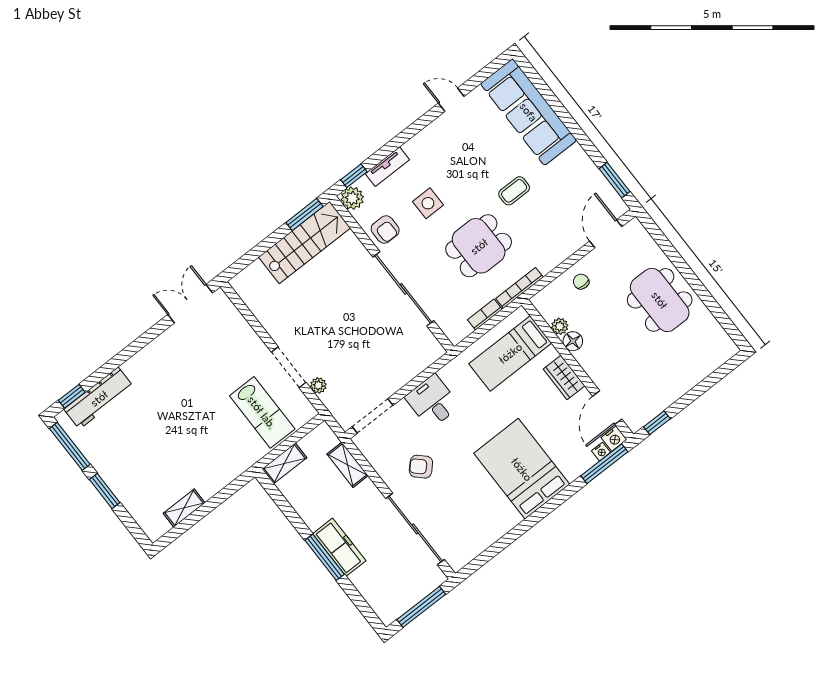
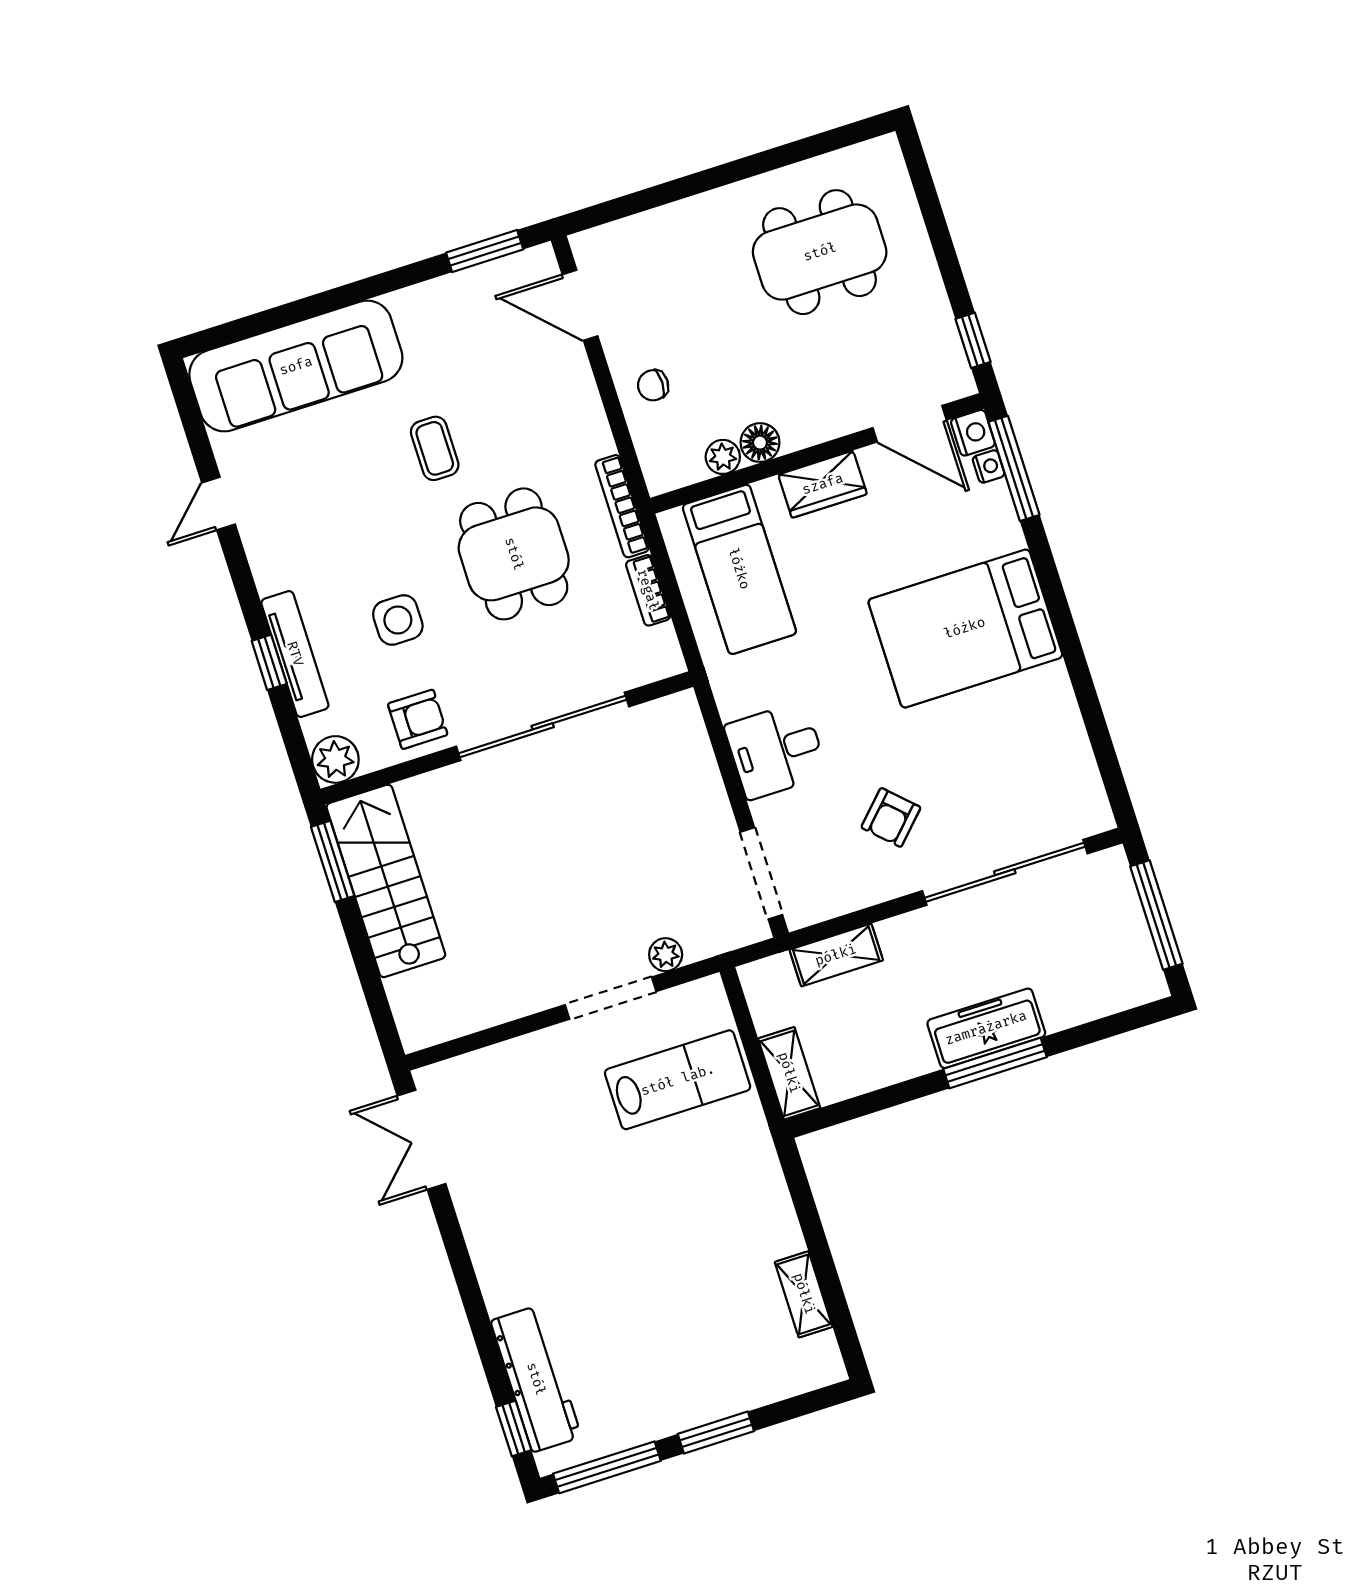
tv unit: (387, 167) -> (295, 654), width x1.41
window: (354, 176) -> (269, 662), moved
dining table: (660, 300) -> (820, 252), moved

